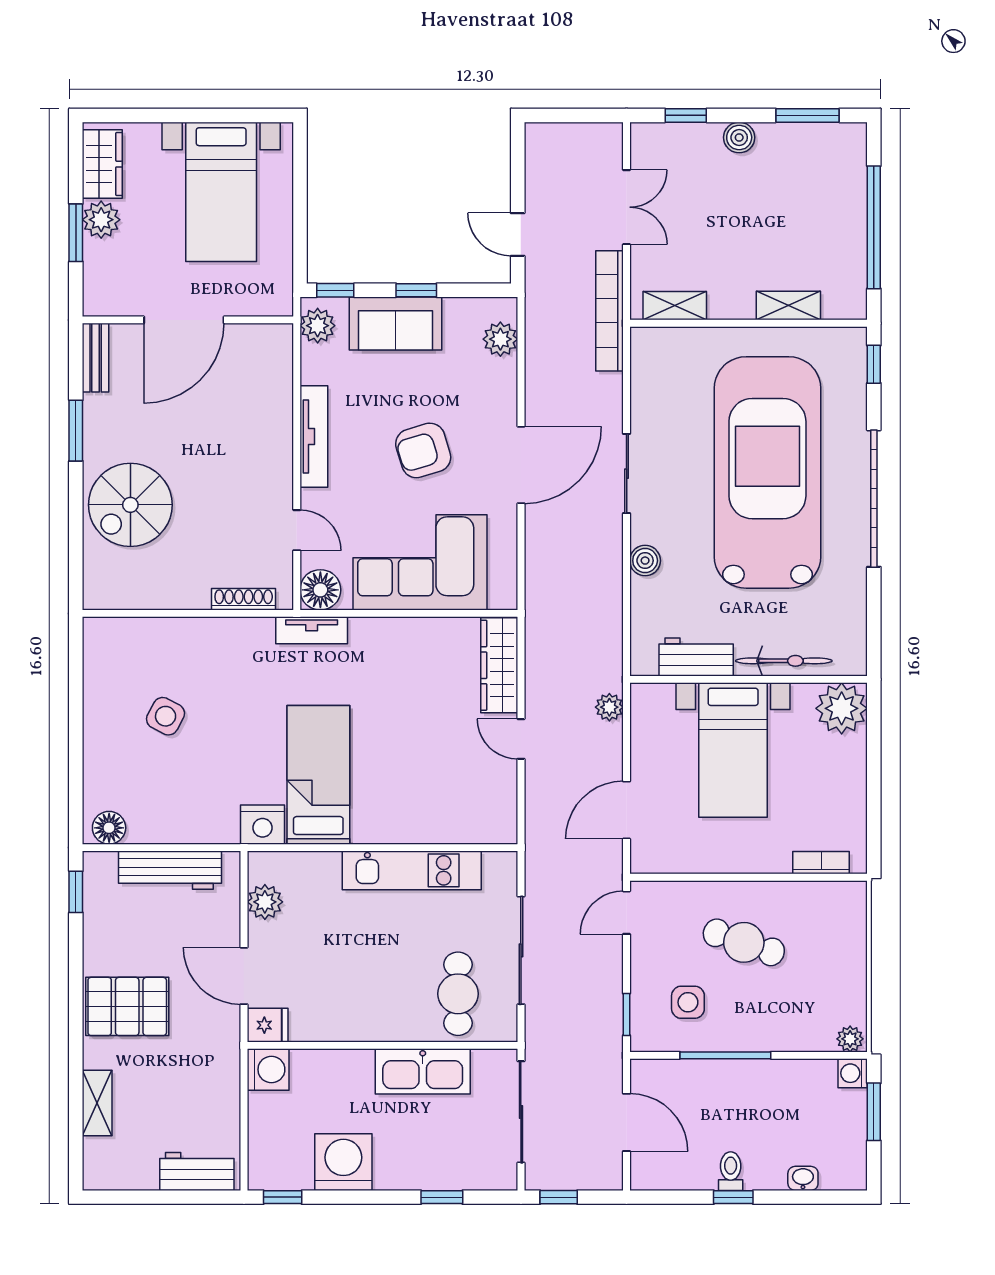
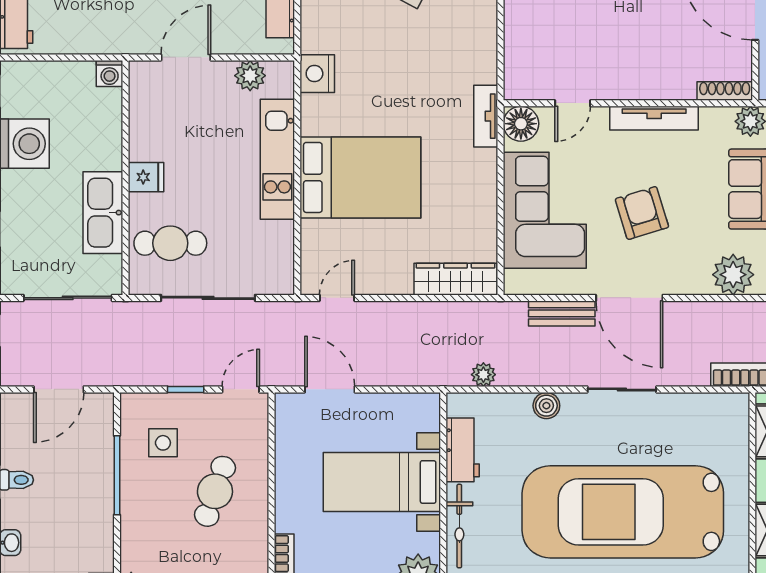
plant: (500, 339) -> (733, 275), width x1.36, depth x1.36
car: (767, 472) -> (623, 512), turned 180
bench: (539, 543) -> (562, 313), added
shoe rack: (244, 599) -> (725, 91), moved, turned -90
plant: (609, 707) -> (483, 375), moved
door: (521, 739) -> (337, 298), moved
bed: (318, 775) -> (360, 177), moved, width x1.50
kitchen unit: (412, 870) -> (277, 159), moved
door: (627, 913) -> (241, 389), hinge flipped
window: (627, 1014) -> (186, 389), moved
fridge: (268, 1025) -> (146, 177), moved, turned -90
washing machine: (268, 1070) -> (110, 73), width x0.73, depth x0.73

